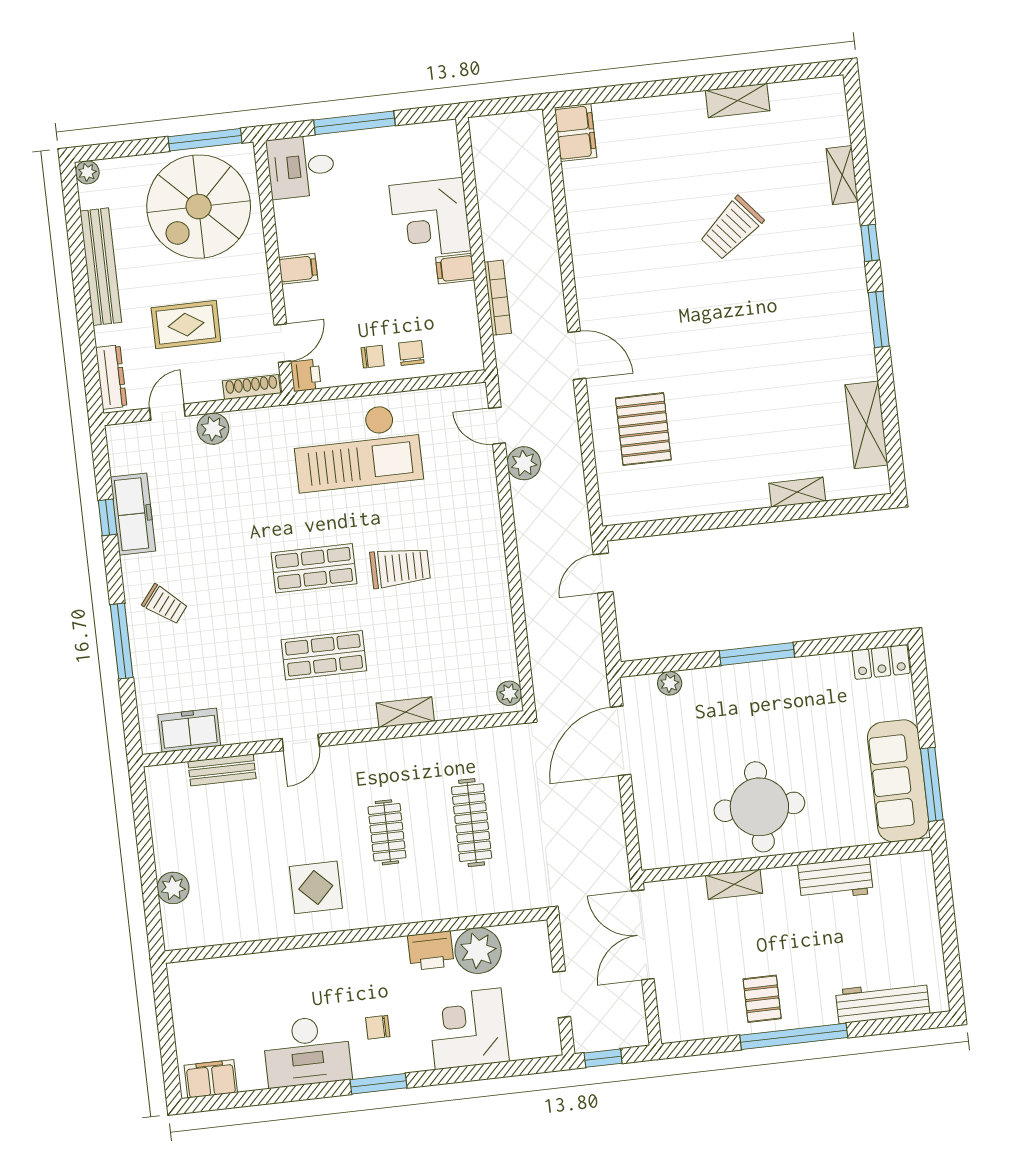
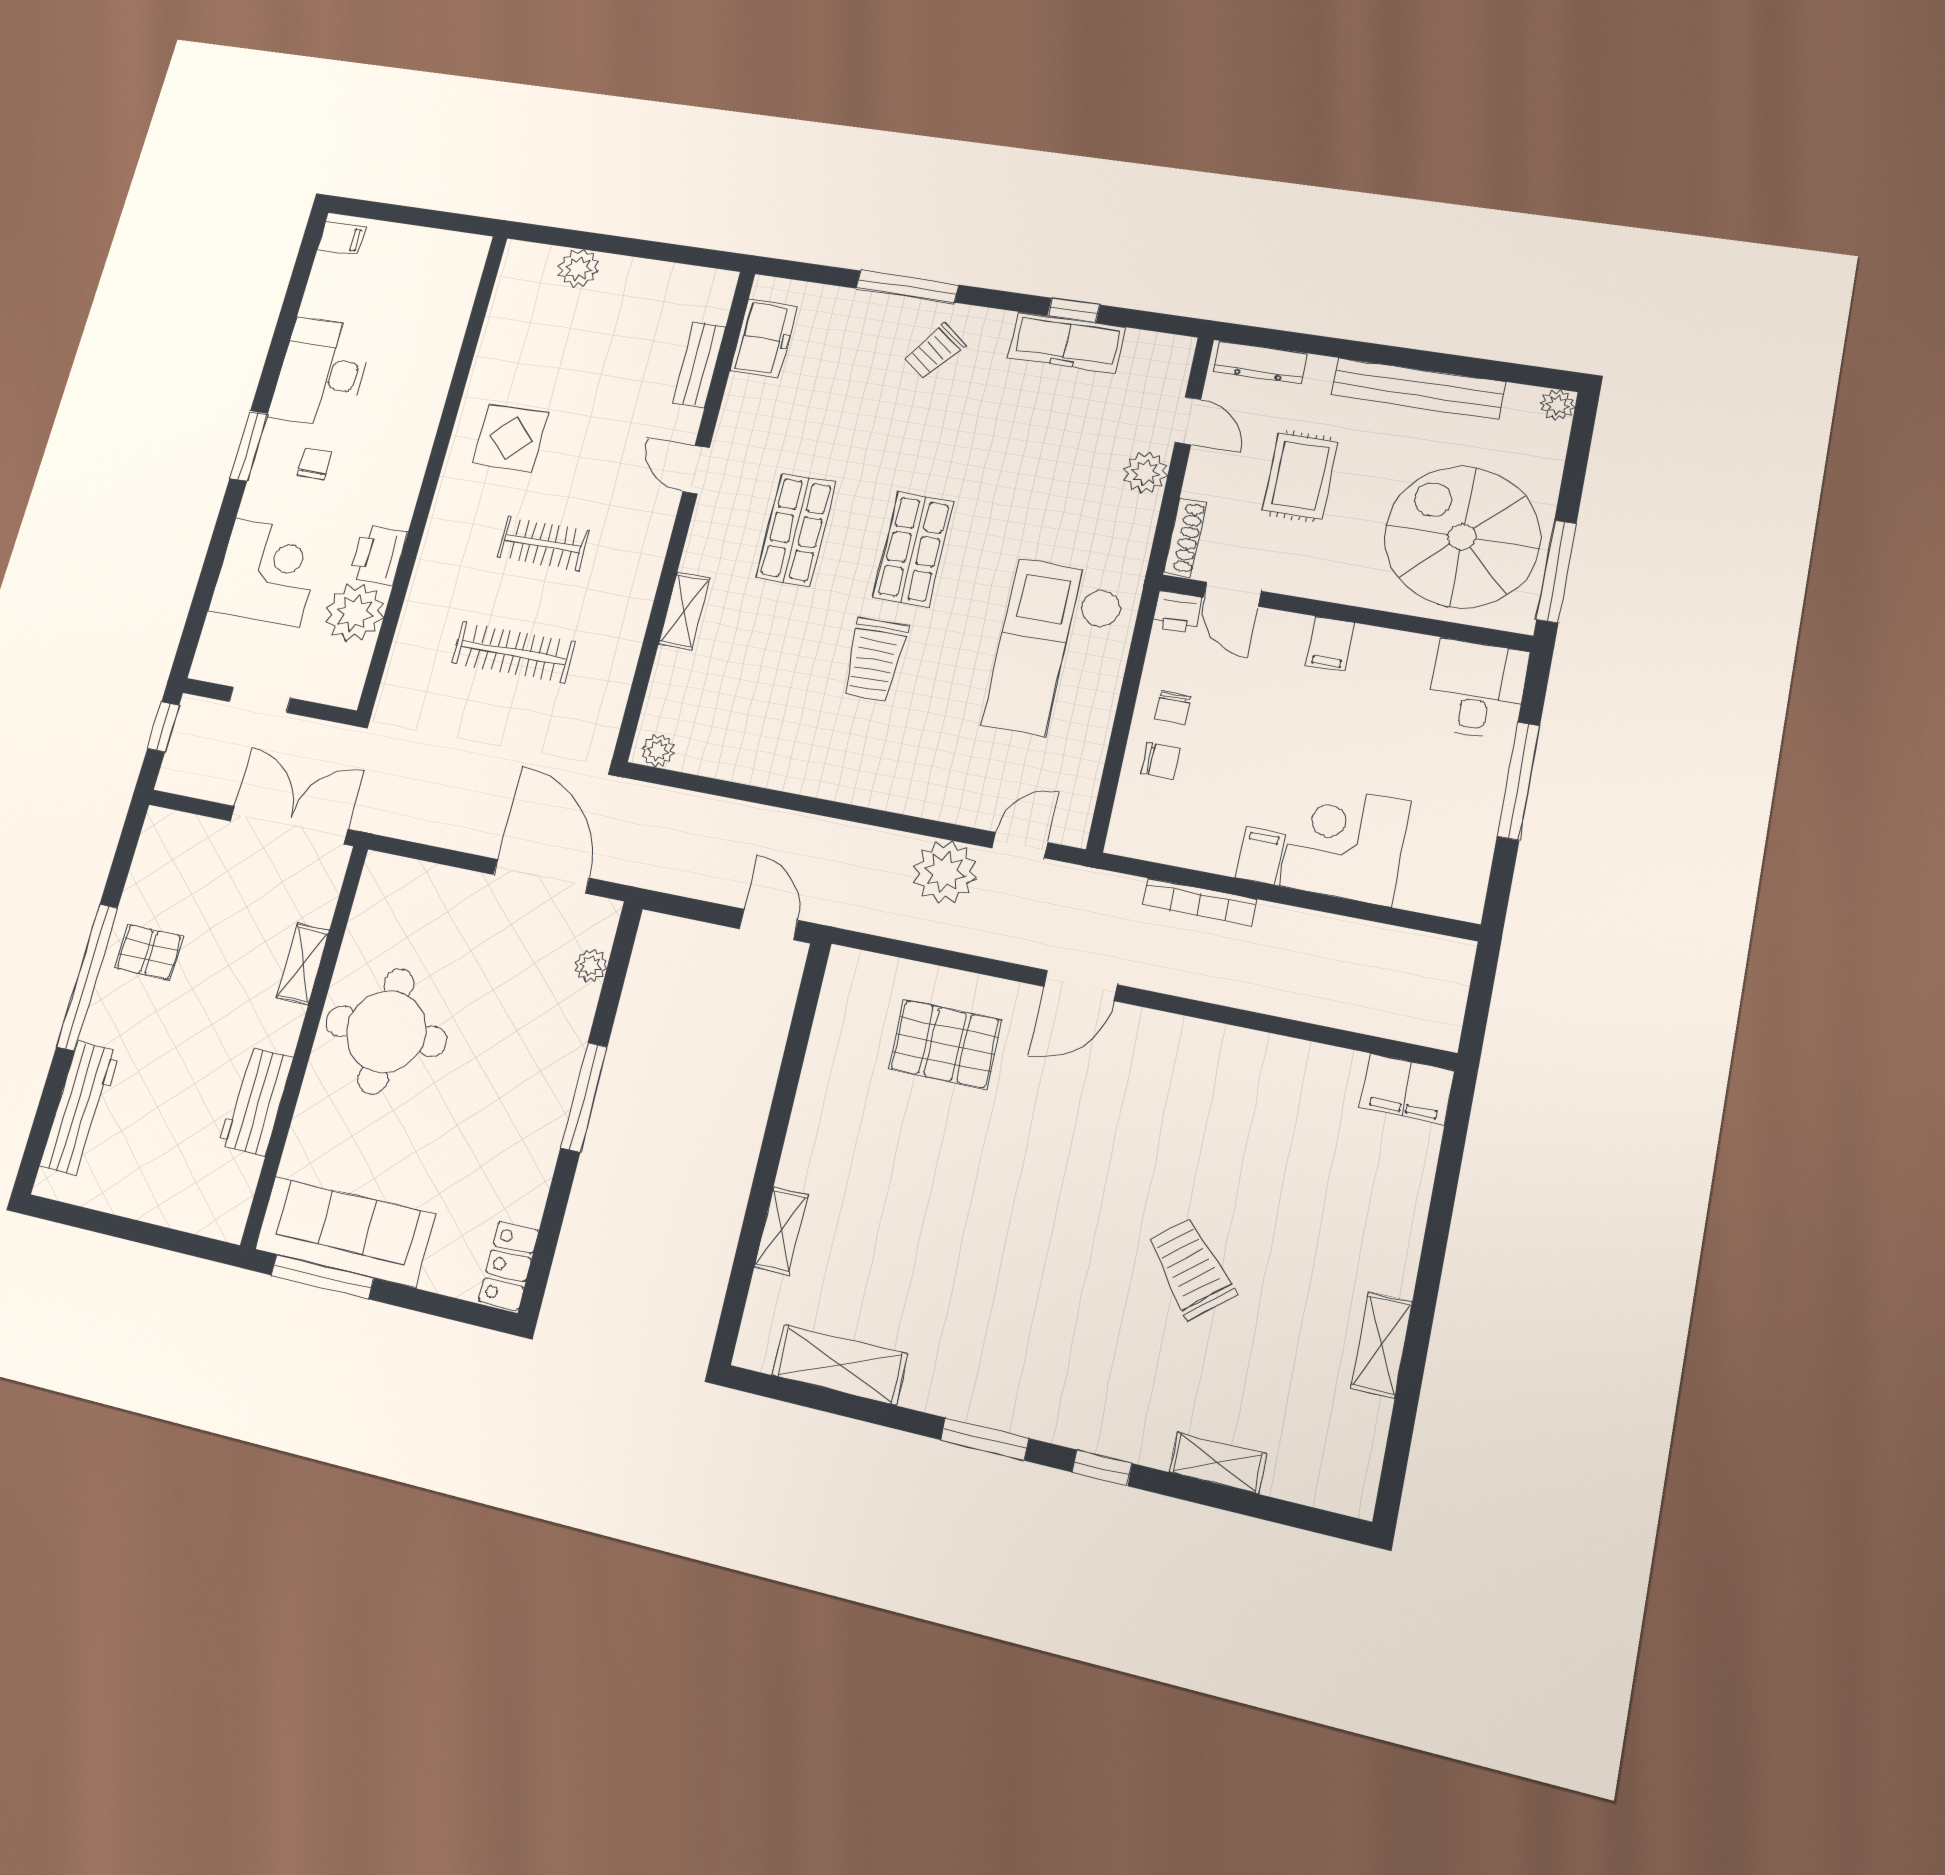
plant: (524, 463) -> (945, 872), width x1.36, depth x1.36
filing cabinet: (211, 1079) -> (341, 238), width x0.50

